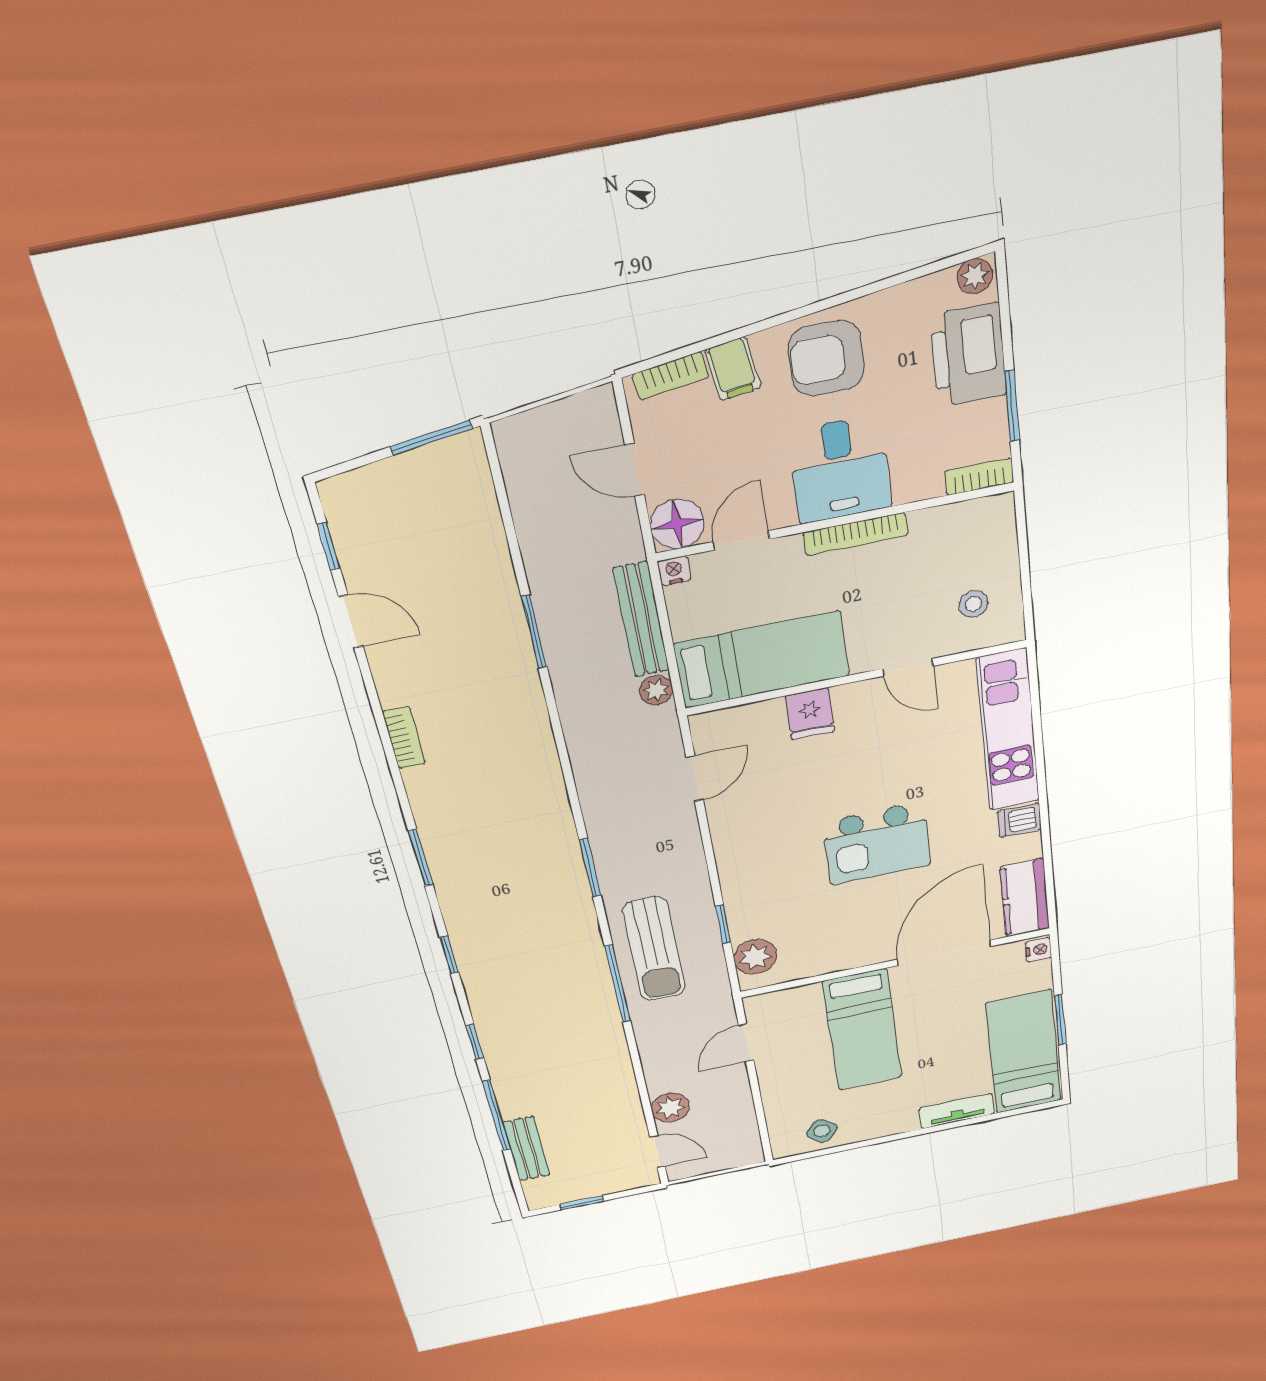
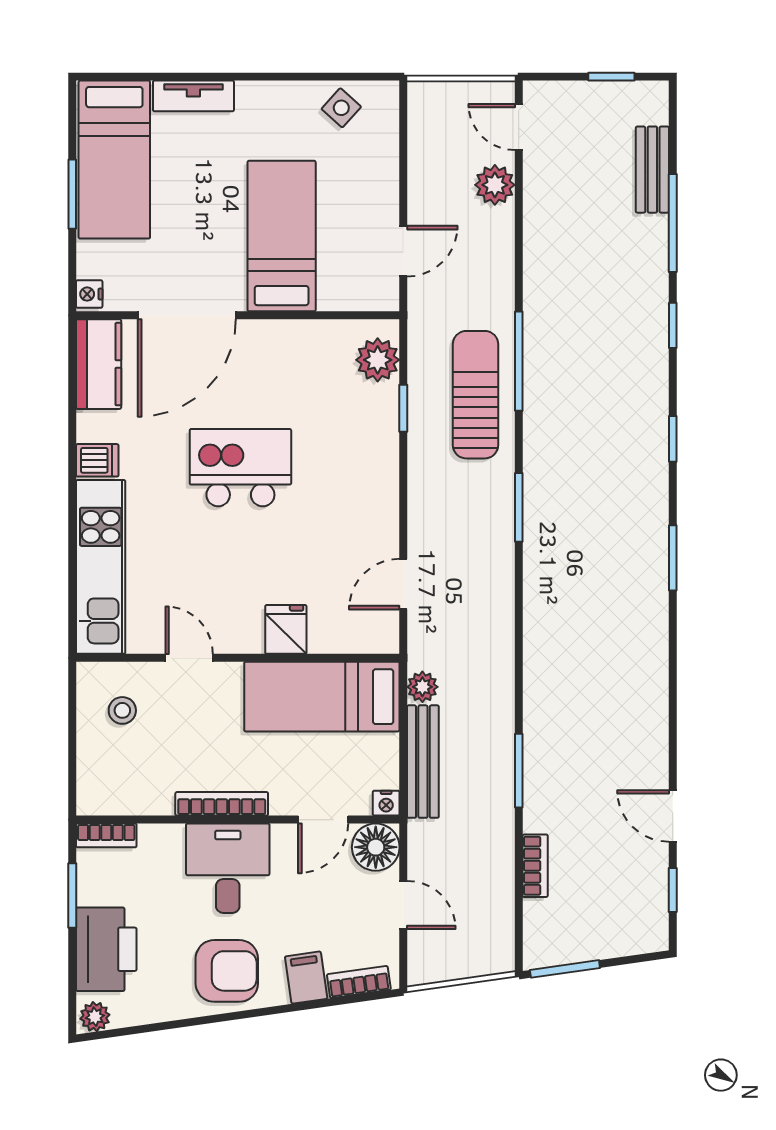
bookcase: (404, 738) -> (535, 866), moved, turned 180

